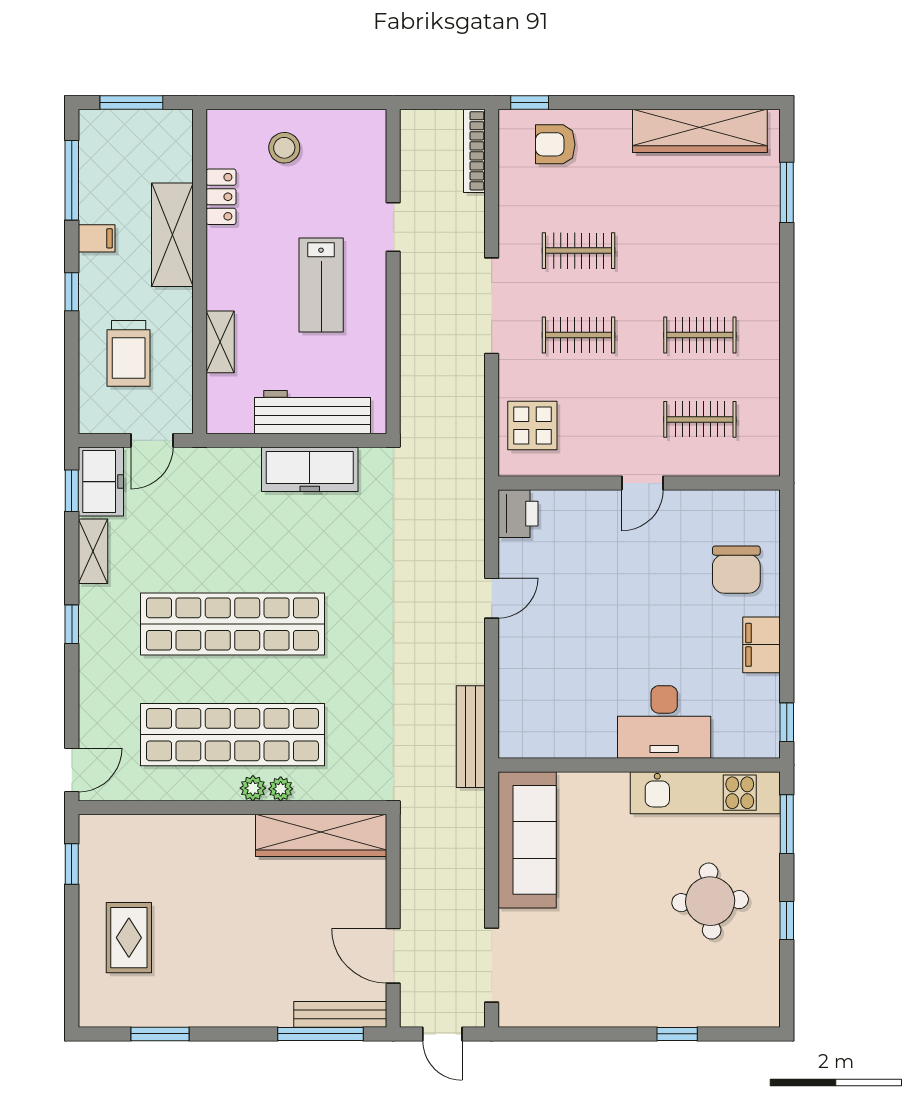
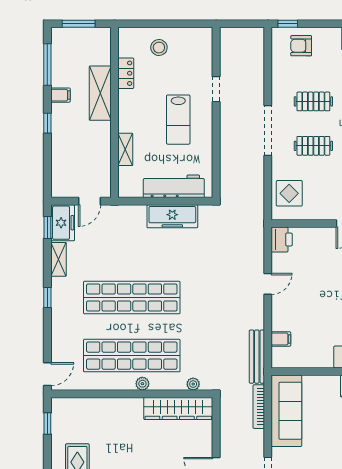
bookcase: (474, 151) -> (259, 407), moved
trolley: (129, 353) -> (77, 155), removed
filing cabinet: (517, 703) -> (281, 339), added
plant: (281, 789) -> (193, 384), moved

